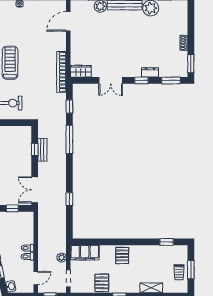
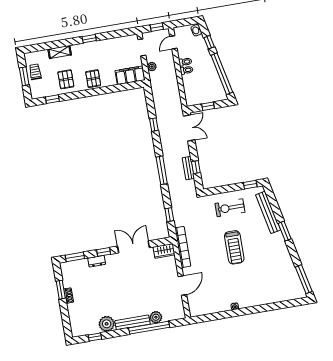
door: (68, 21) -> (182, 285), moved
window: (191, 64) -> (61, 290), moved
double door: (111, 80) -> (134, 247), width x1.37
window: (69, 139) -> (162, 170), moved
pallet: (102, 283) -> (66, 79), moved

